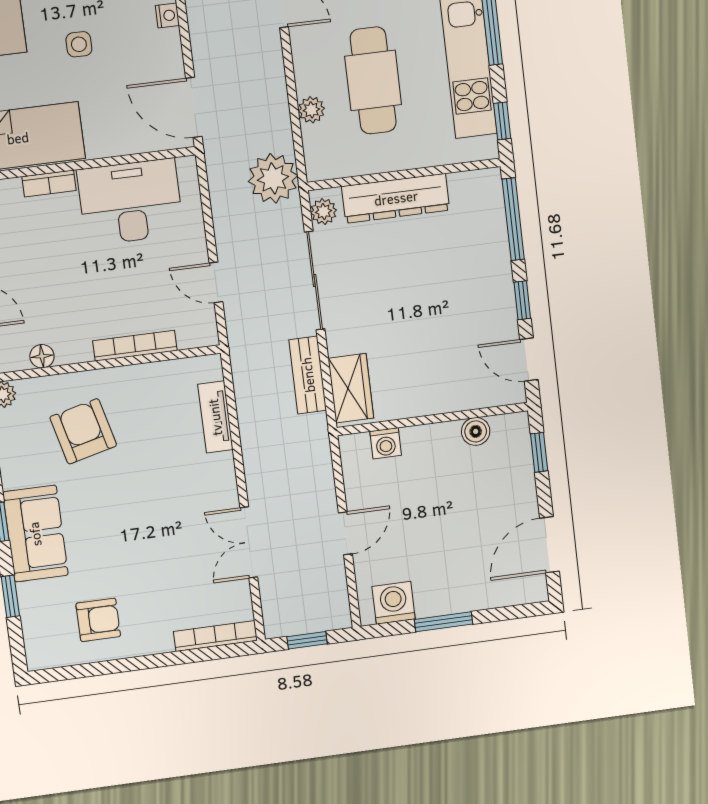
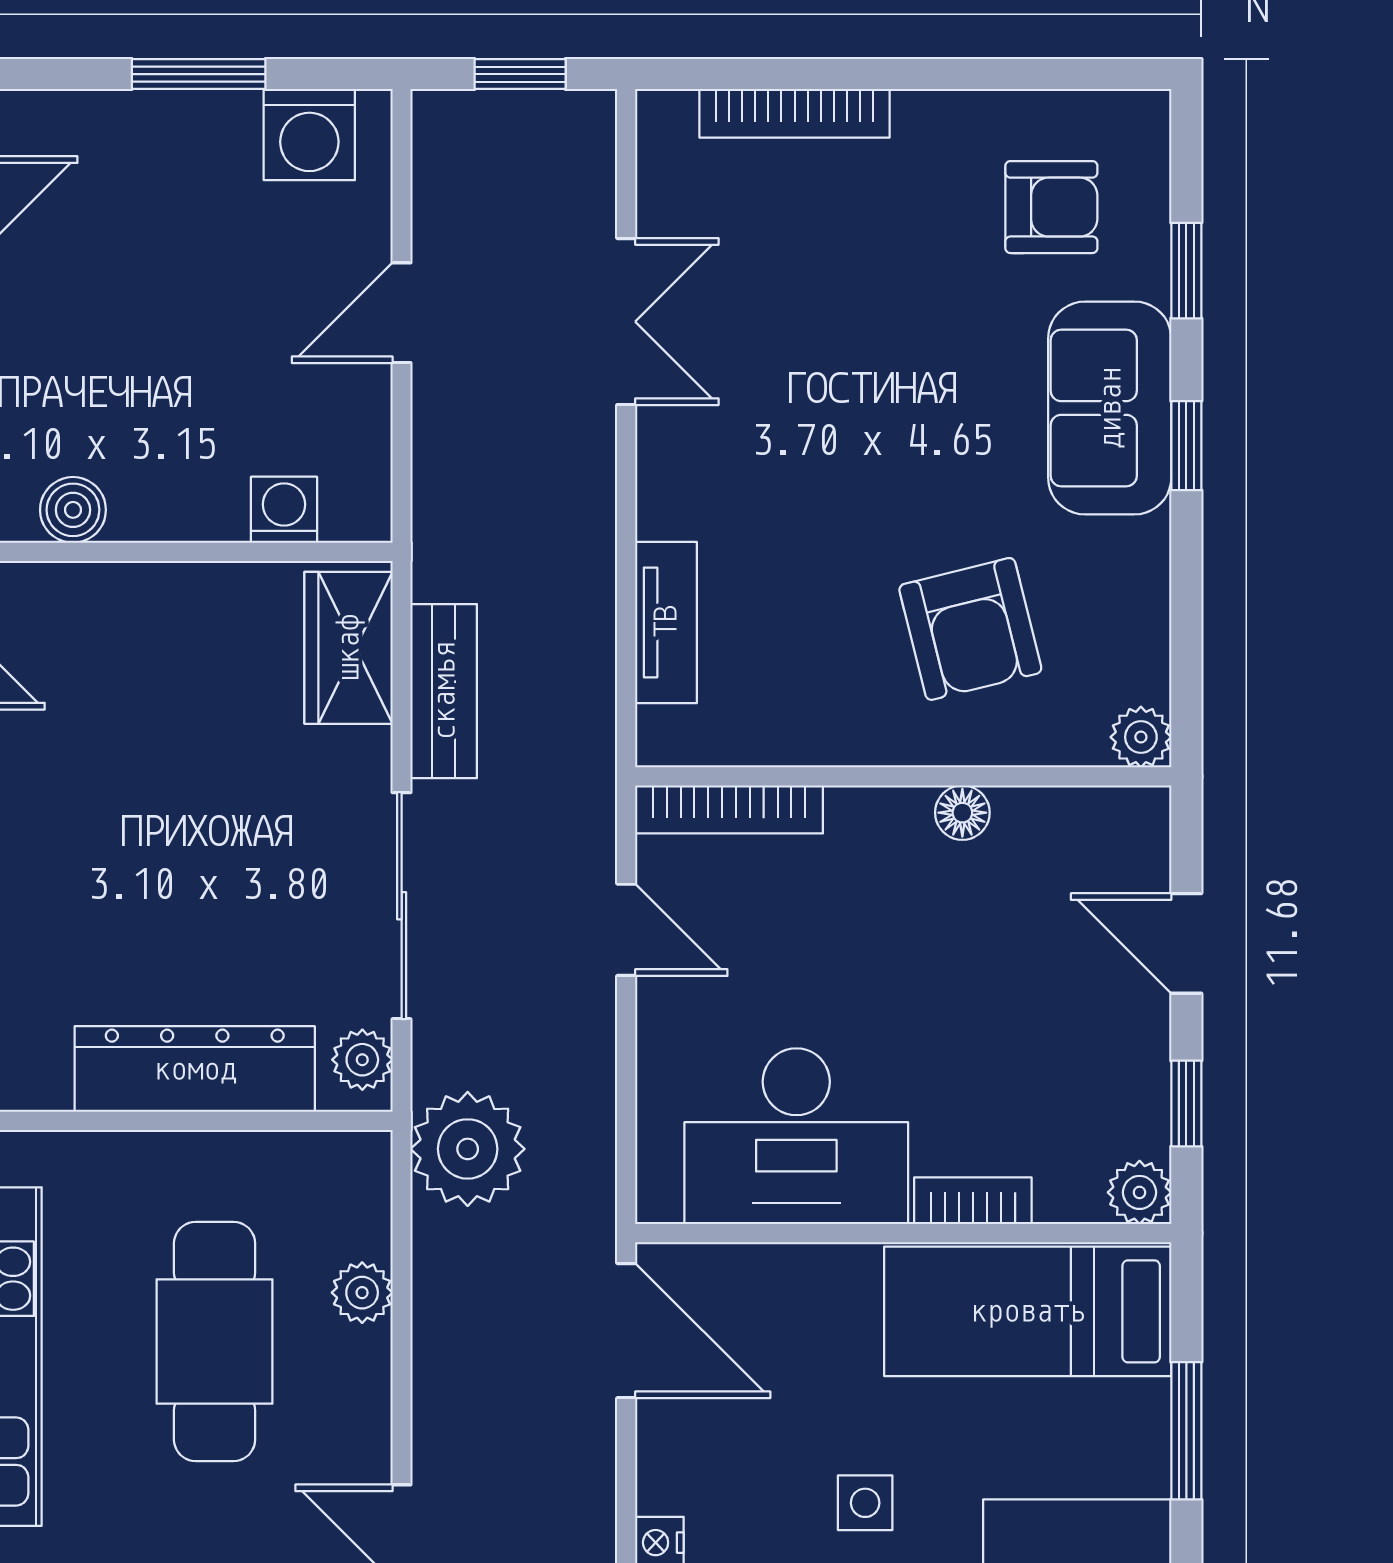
bookcase: (135, 346) -> (729, 809), moved
floor lamp: (42, 356) -> (962, 813), moved
armchair: (98, 620) -> (1051, 207), moved, turned 180
bookcase: (215, 636) -> (795, 113), moved

